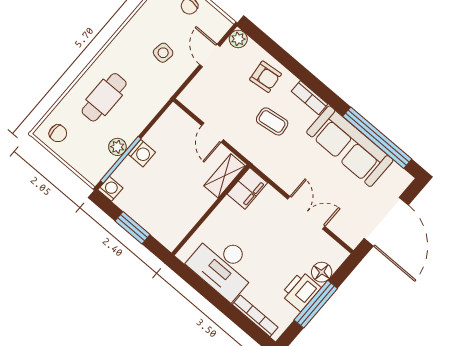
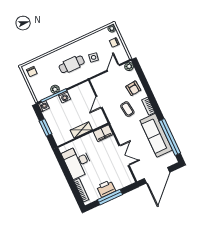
cafe table: (104, 97) -> (72, 64), moved
shelving: (225, 176) -> (81, 130), moved
floor lamp: (322, 272) -> (119, 184), removed

